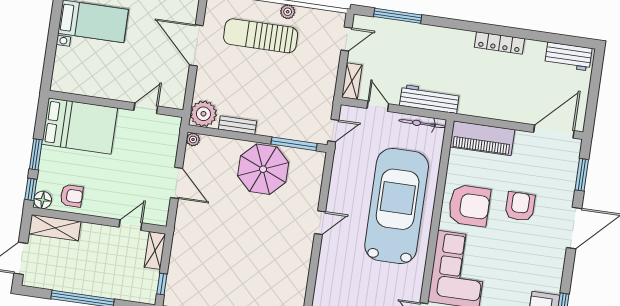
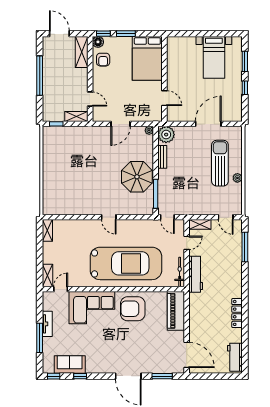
armchair: (469, 206) -> (133, 309), turned 90
armchair: (520, 207) -> (137, 341), removed

